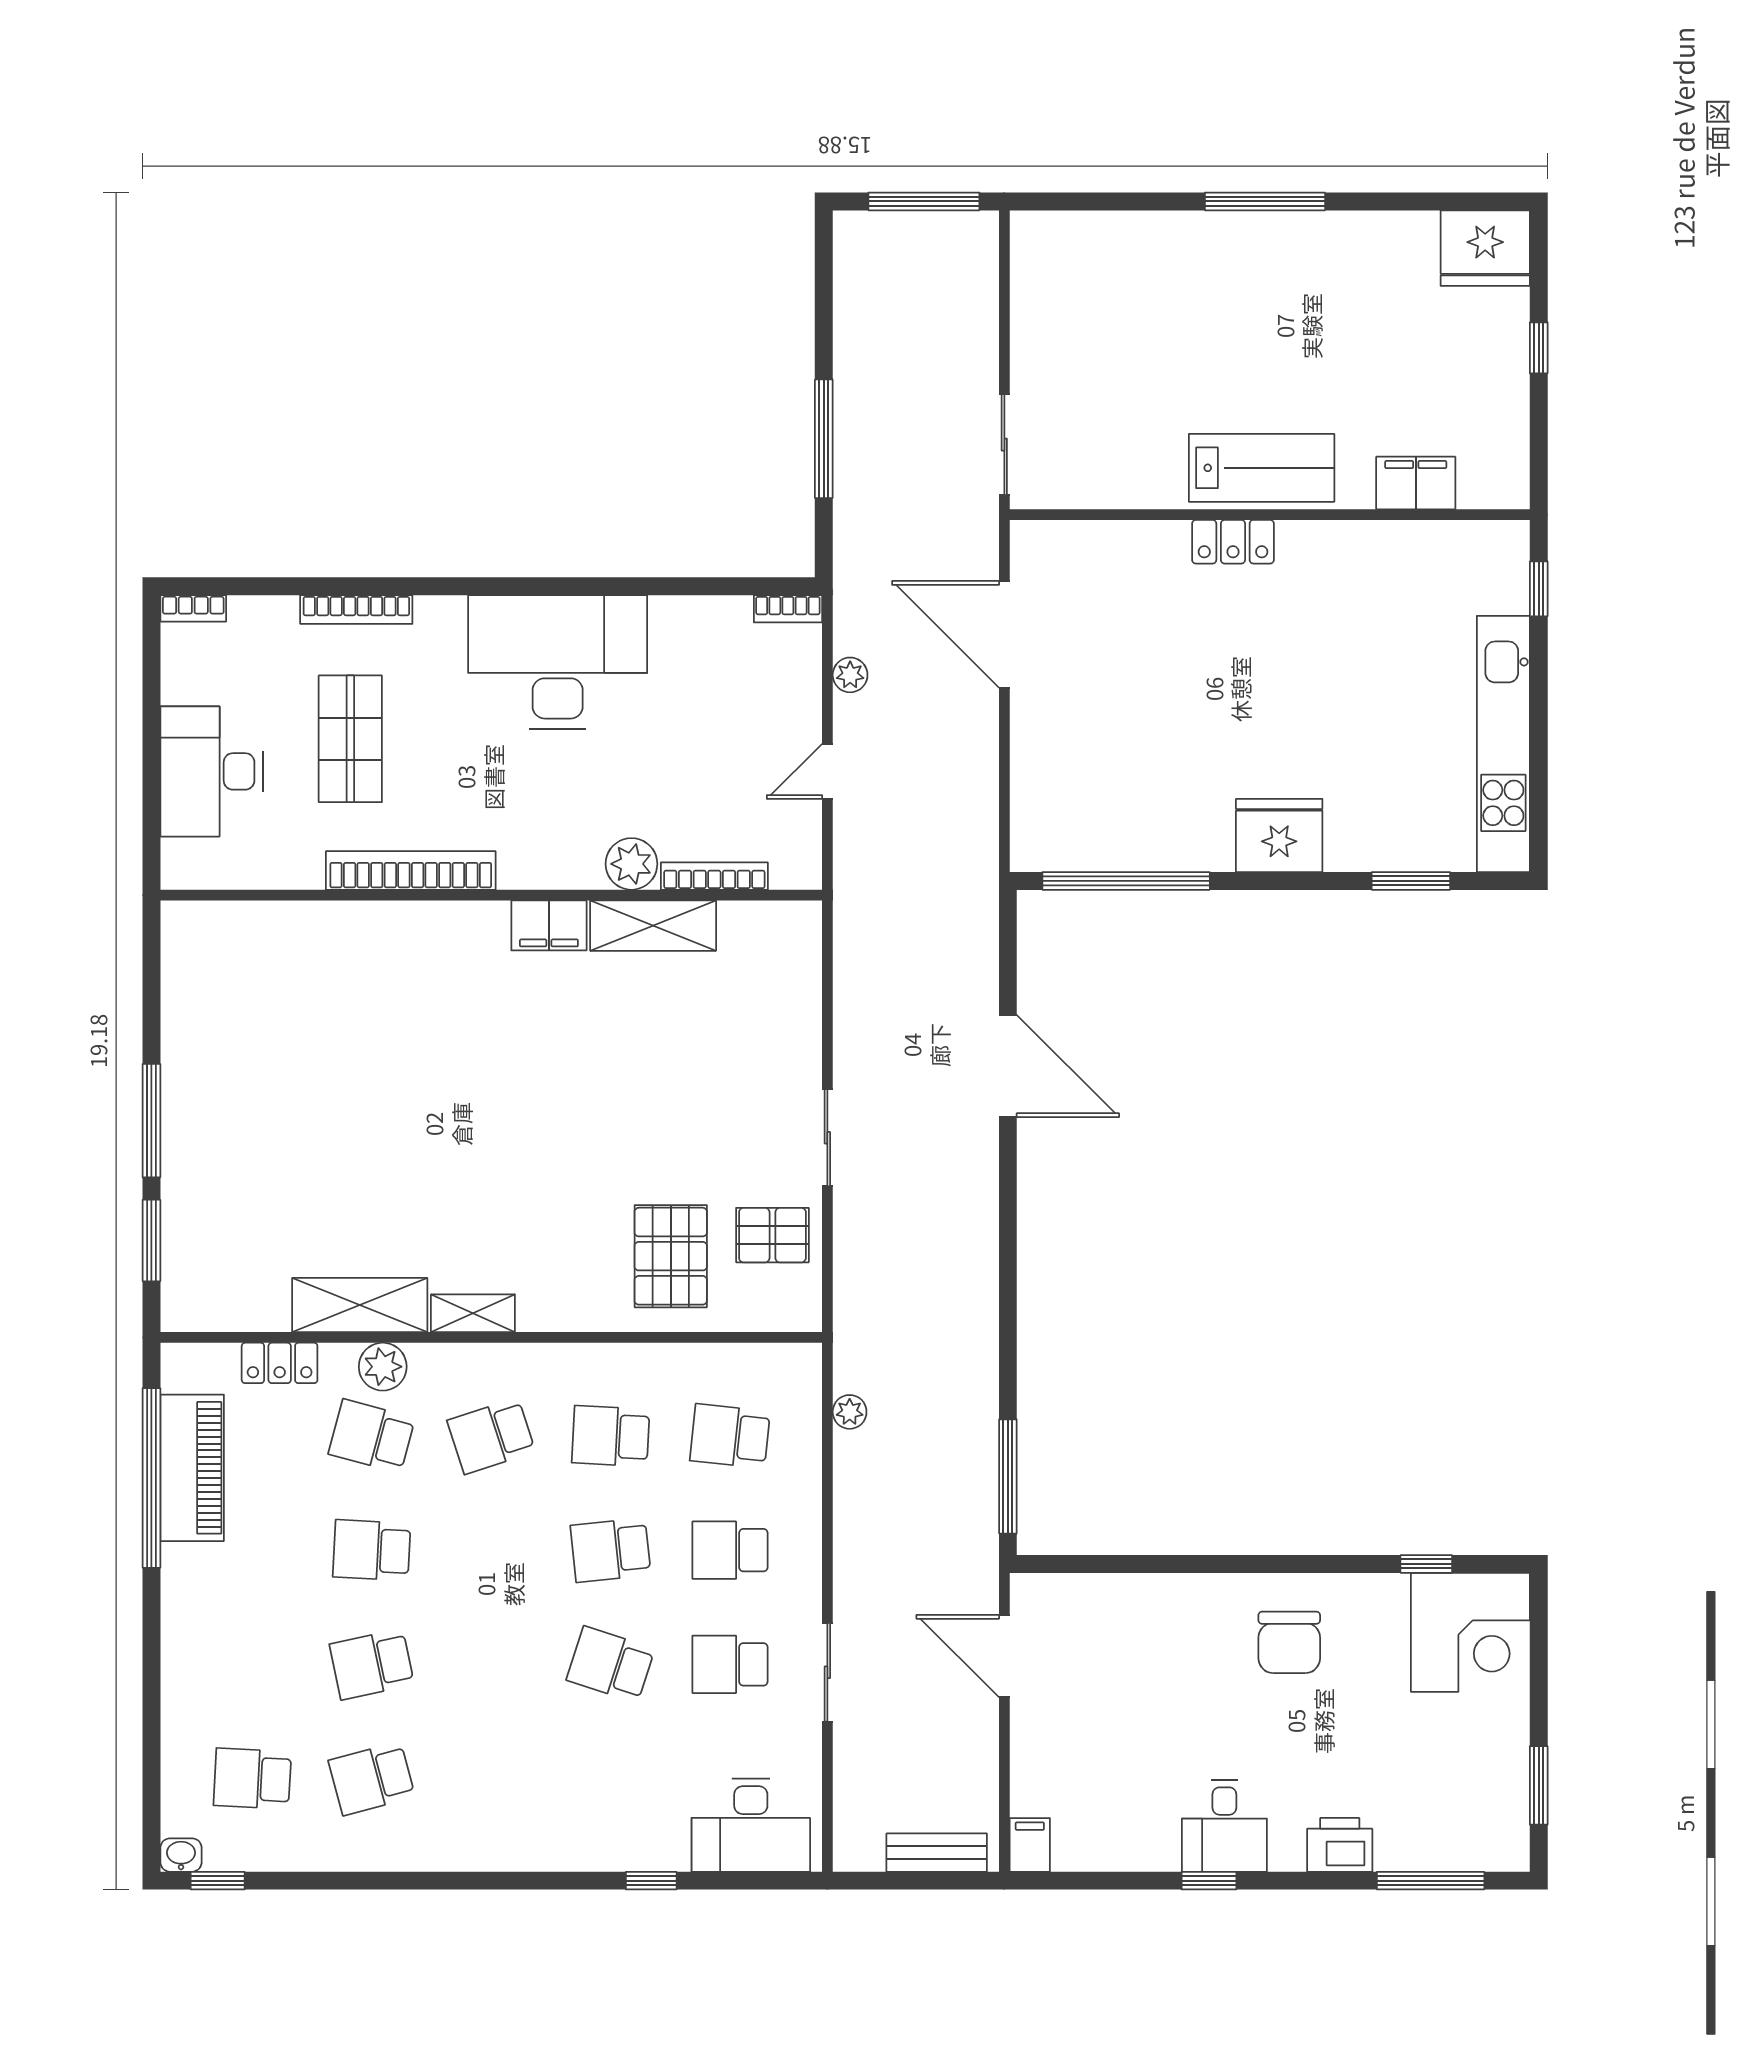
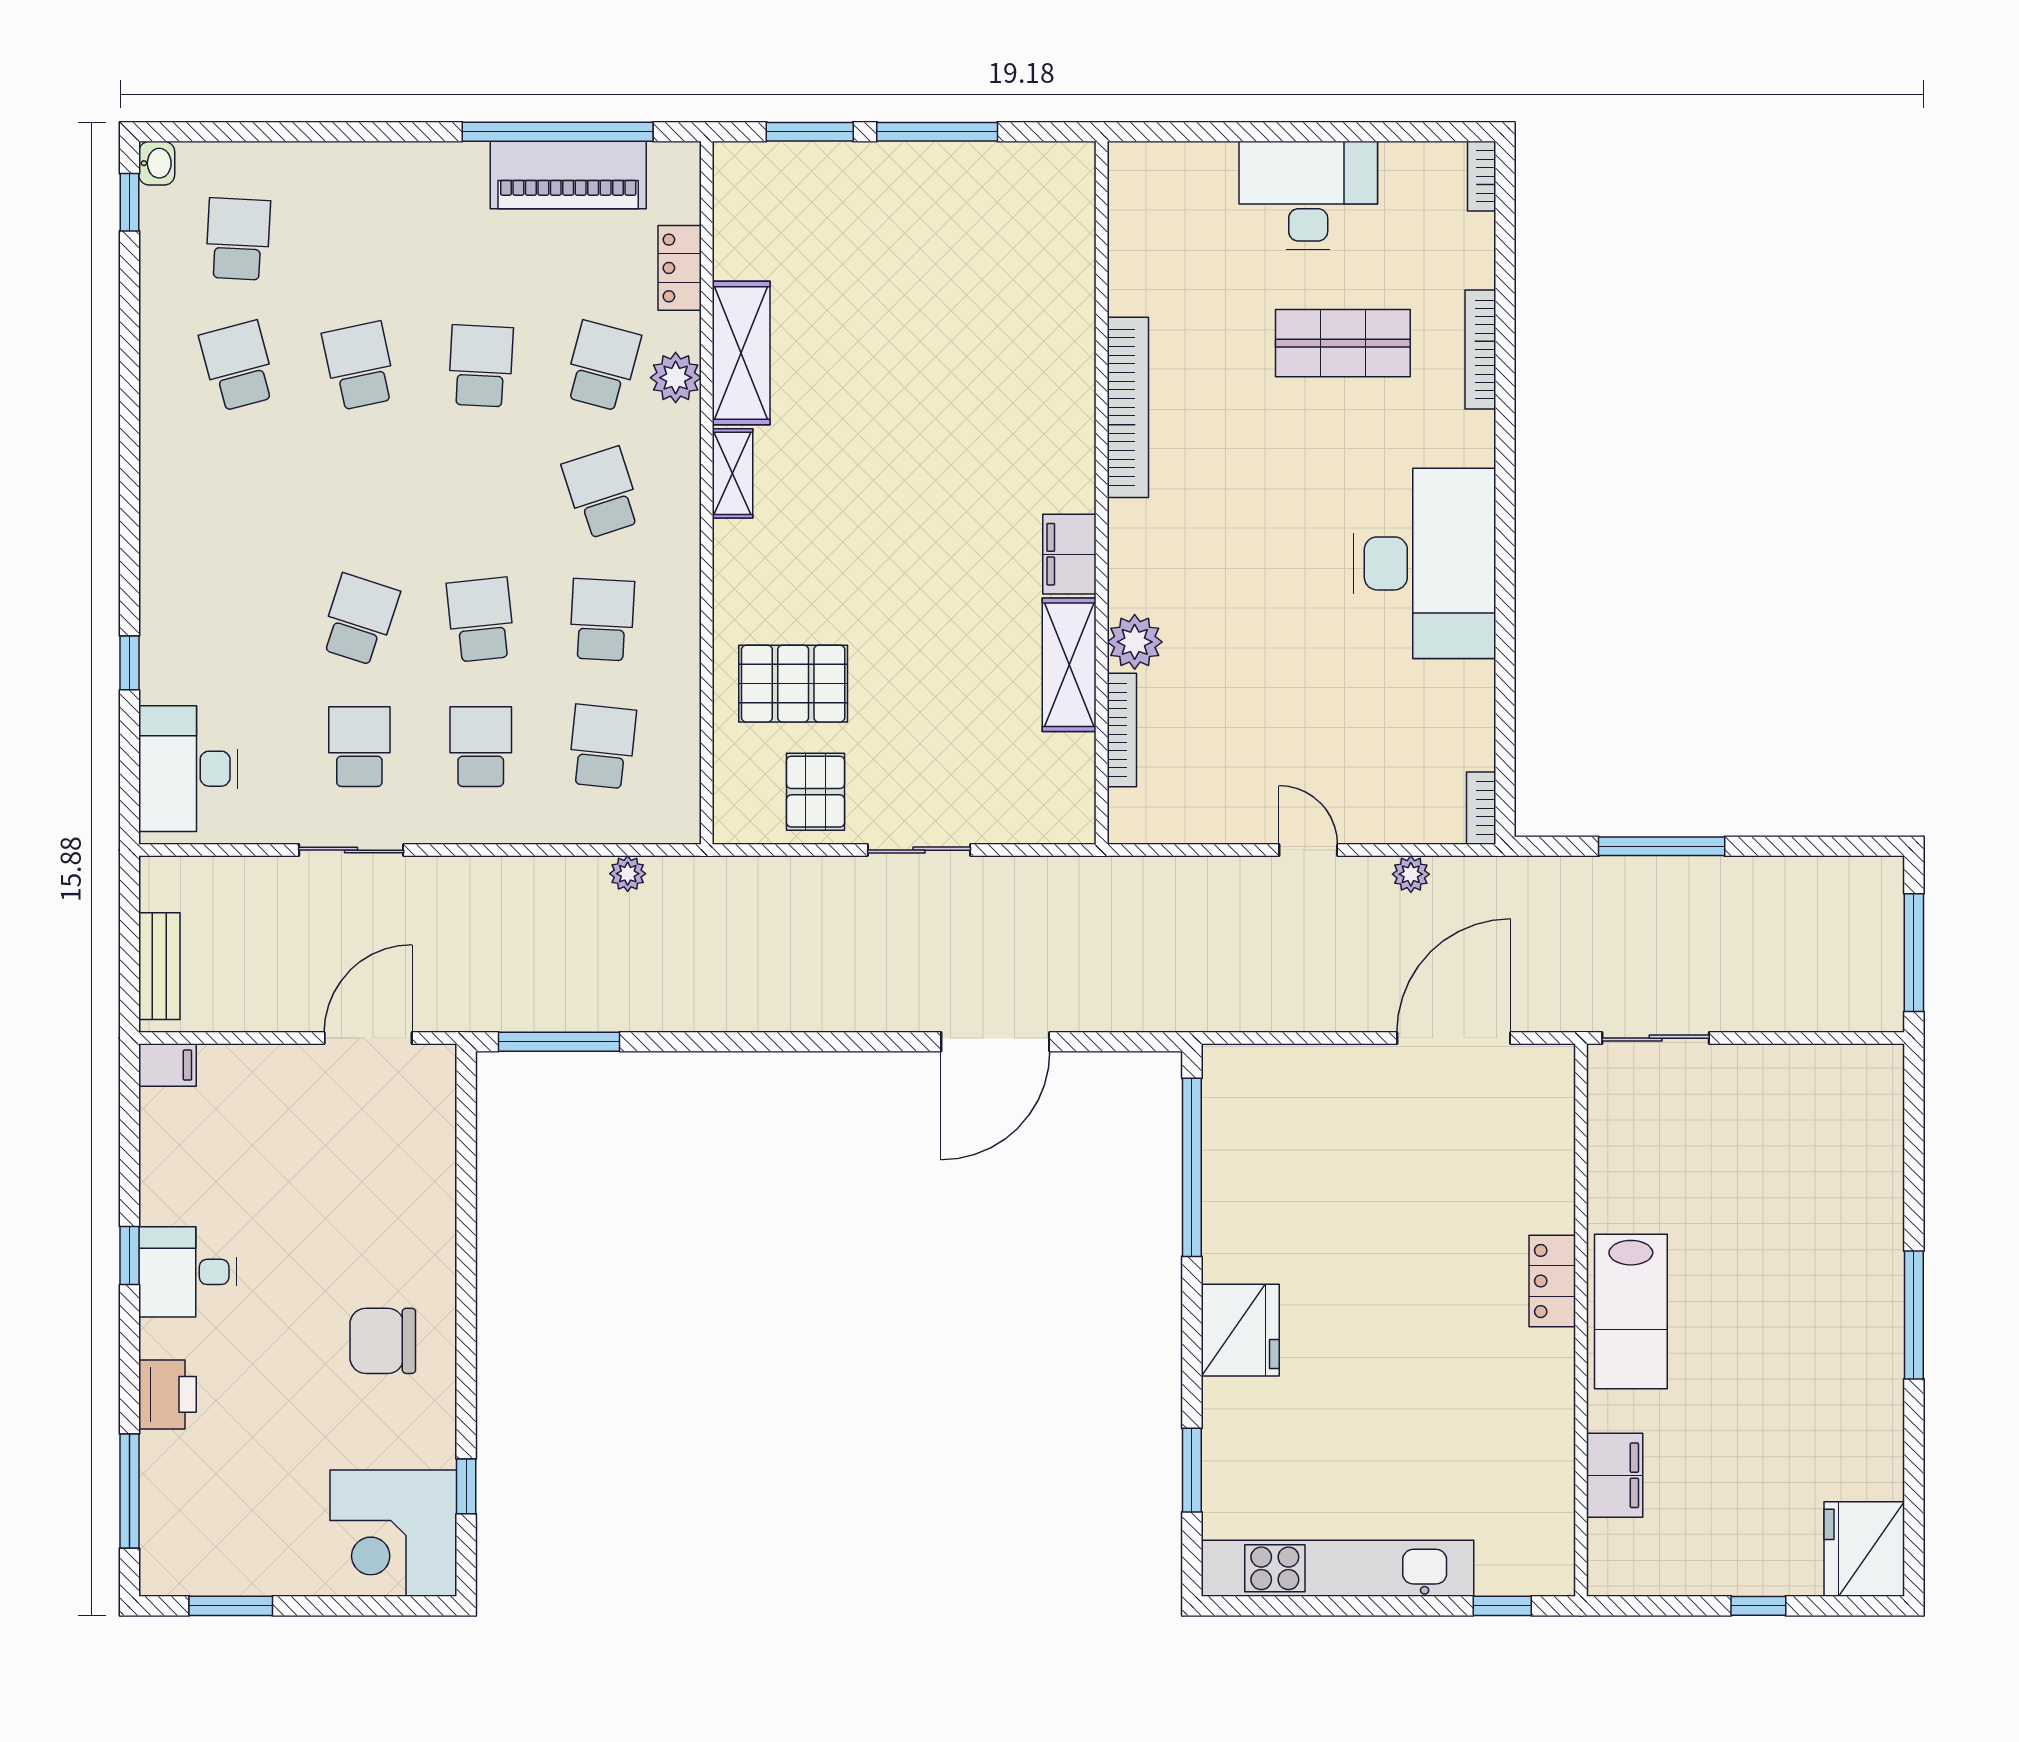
plant: (631, 864) -> (1135, 642), moved
bookcase: (411, 870) -> (1128, 407), moved
bookcase: (714, 876) -> (1122, 730), moved
wall: (491, 895) -> (1102, 493), moved
filing cabinet: (549, 925) -> (1069, 554), moved
shelving: (653, 926) -> (1069, 665), moved

